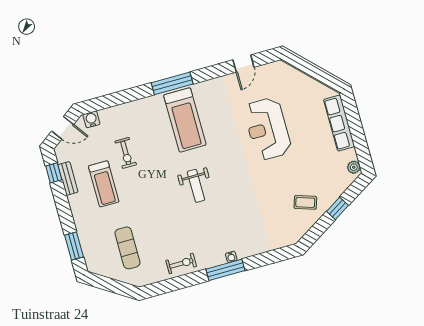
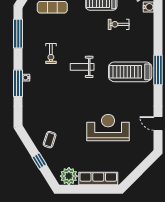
plant: (354, 167) -> (69, 176), width x1.88, depth x1.88
exercise bike: (181, 263) -> (51, 53), moved
window: (225, 270) -> (18, 83), moved
window: (175, 284) -> (18, 34), added

